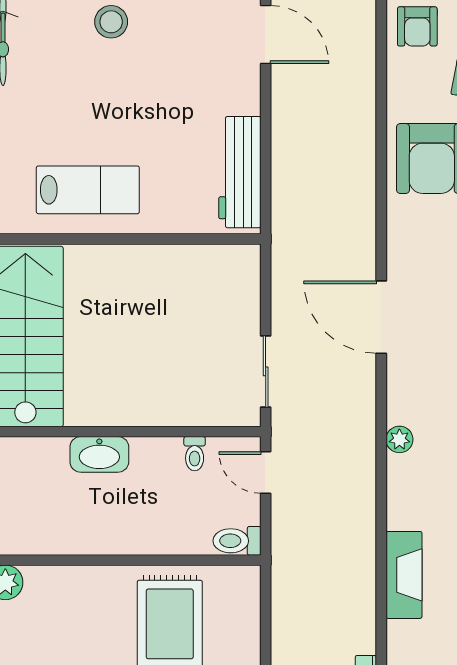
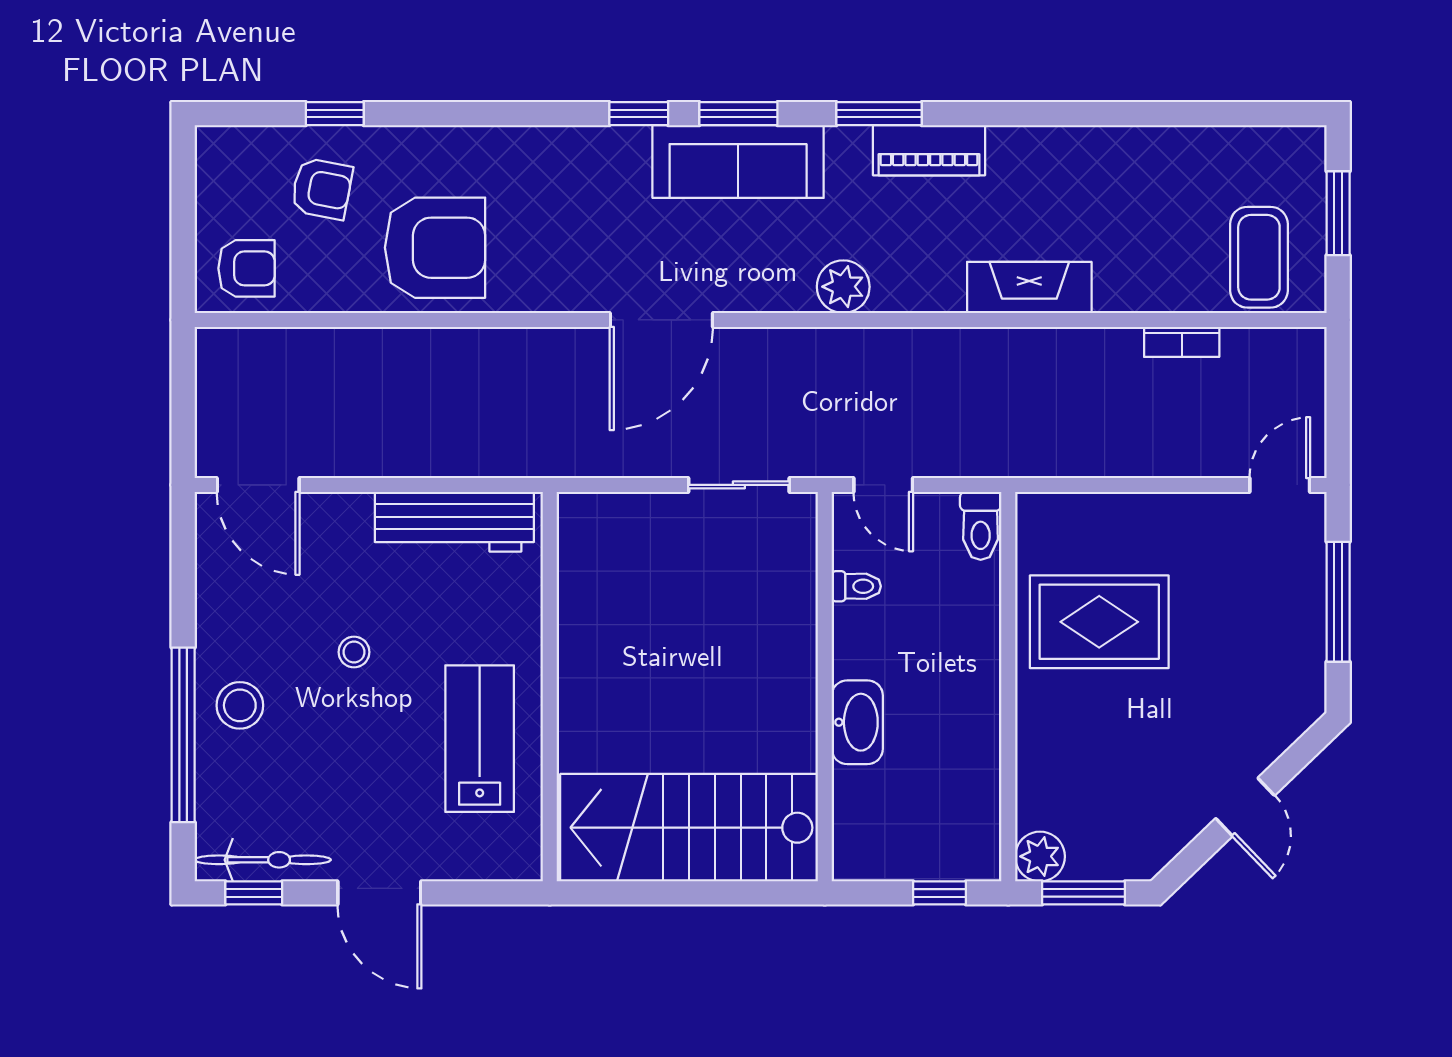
door: (266, 35) -> (258, 485), swing flipped
stool: (149, 102) -> (354, 652), added
plant: (399, 439) -> (843, 287), width x1.38, depth x1.38
door: (266, 473) -> (883, 485), hinge flipped

